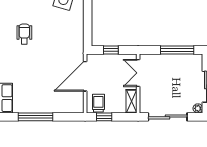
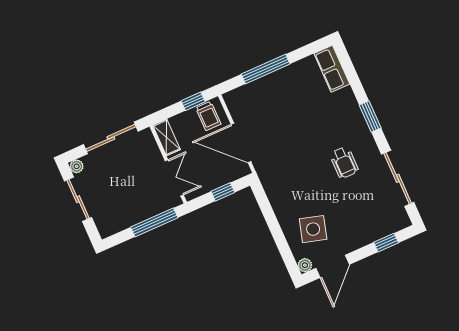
window: (177, 50) -> (154, 222), moved
door: (85, 76) -> (241, 143), swing flipped
window: (35, 117) -> (266, 69), moved

